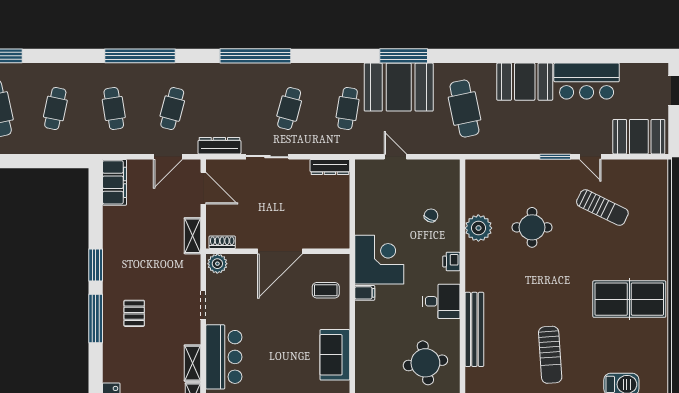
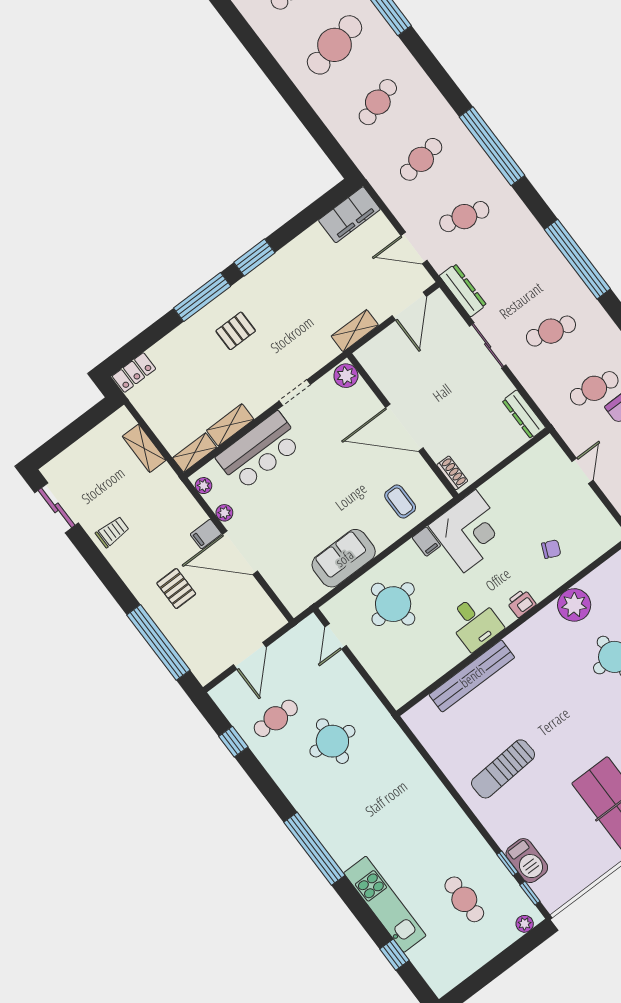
cafe table: (55, 109) -> (378, 102), turned -30
shoe rack: (222, 242) -> (452, 473), moved
round table: (425, 363) -> (393, 604), moved

